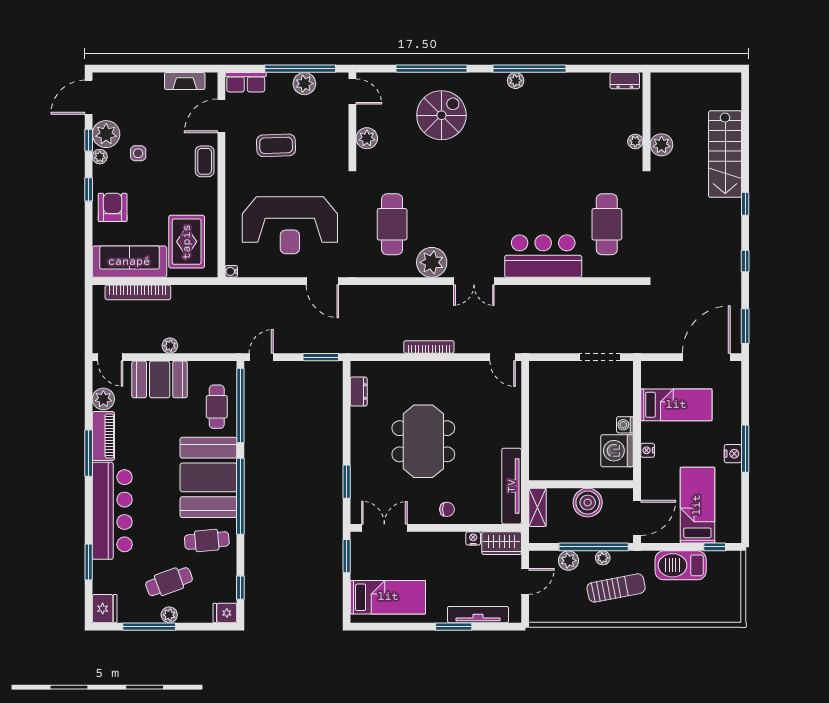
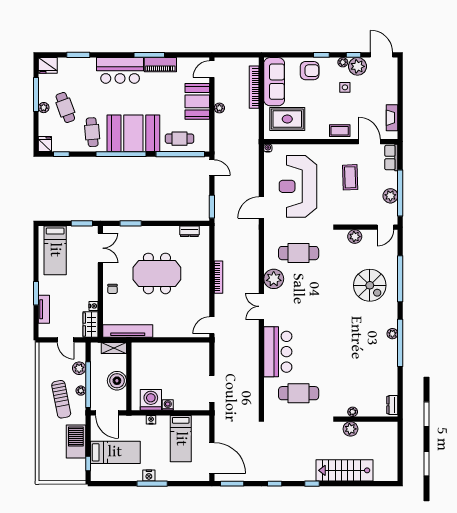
plant: (103, 399) -> (185, 65), removed
bar counter: (112, 511) -> (120, 70), width x0.73
tv unit: (478, 615) -> (44, 309), width x0.71

